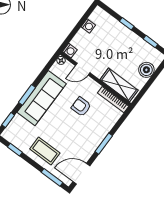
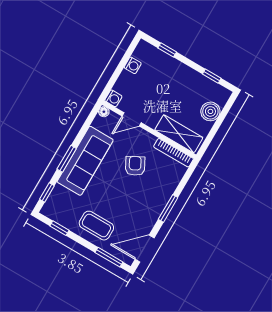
window: (127, 24) -> (167, 50), moved
armchair: (81, 107) -> (135, 166), turned 62

